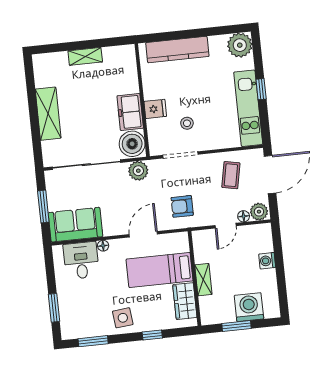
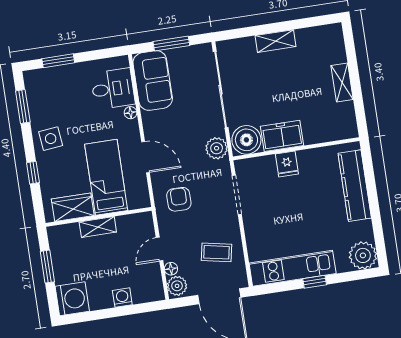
shelving: (48, 114) -> (275, 41), width x0.67, depth x0.75
stool: (187, 123) -> (272, 200), removed
door: (226, 226) -> (160, 249), hinge flipped
washing machine: (249, 307) -> (72, 299), moved

